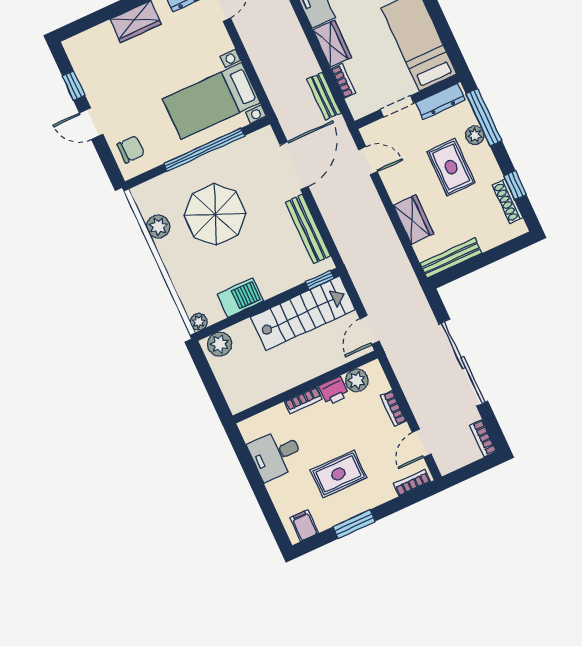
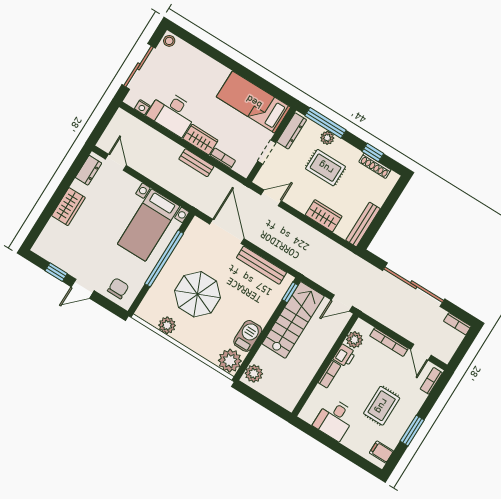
bench: (324, 96) -> (196, 163), moved
plant: (199, 322) -> (230, 361), width x1.88, depth x1.88
door: (370, 330) -> (342, 303), hinge flipped
bookcase: (393, 408) -> (389, 342), width x1.56

